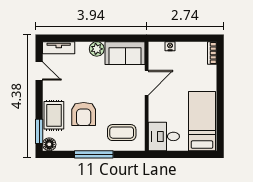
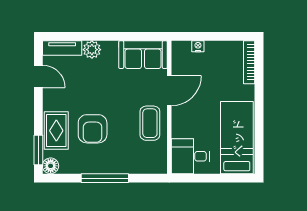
plant: (97, 49) -> (92, 50), moved
bookcase: (212, 53) -> (249, 62), width x1.56
coffee table: (122, 133) -> (150, 123), moved, turned 90

